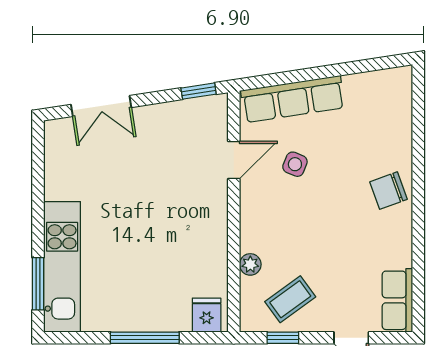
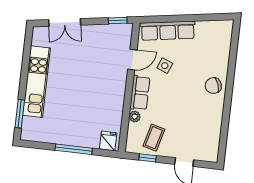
kitchen unit: (62, 267) -> (37, 82), moved
coffee table: (290, 299) -> (154, 138), turned -39
row of seats: (397, 300) -> (140, 93), moved, turned 180

